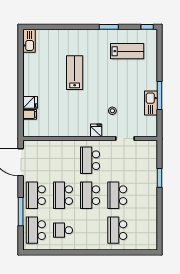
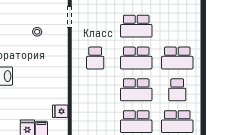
fridge: (96, 130) -> (60, 111), moved
school desk: (90, 160) -> (95, 58), width x0.54
school desk: (117, 230) -> (177, 58), moved

